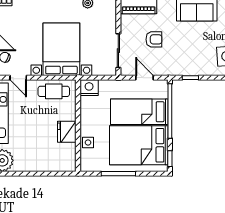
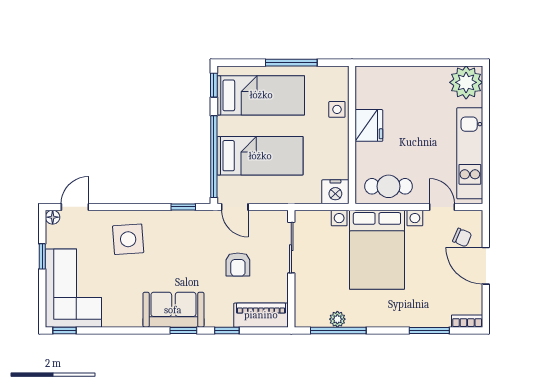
armchair: (154, 39) -> (238, 264), turned -90
door: (145, 78) -> (235, 207), moved
bed: (139, 145) -> (261, 95), width x0.67

